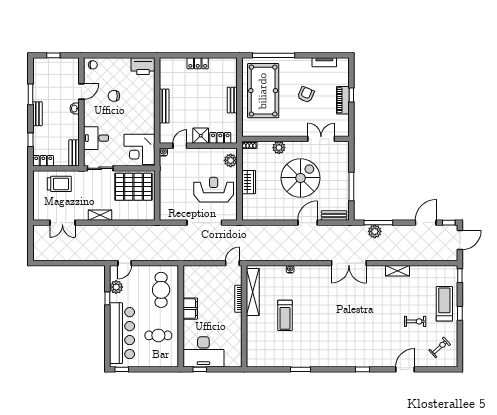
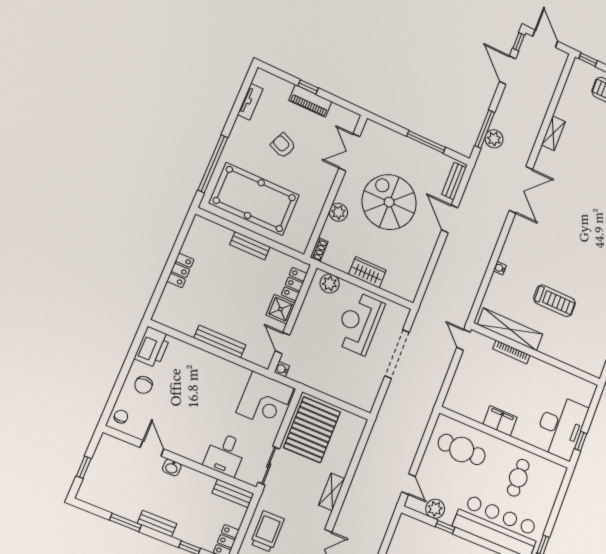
chair: (114, 96) -> (143, 385), moved

